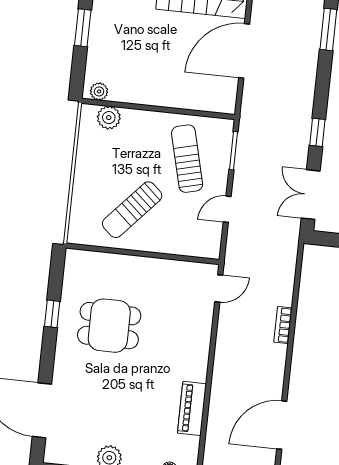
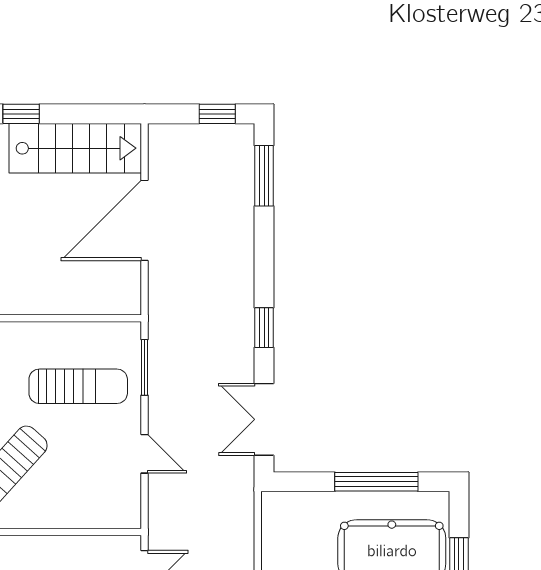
sun lounger: (187, 159) -> (78, 386), turned 104
door: (227, 209) -> (145, 454), swing flipped

